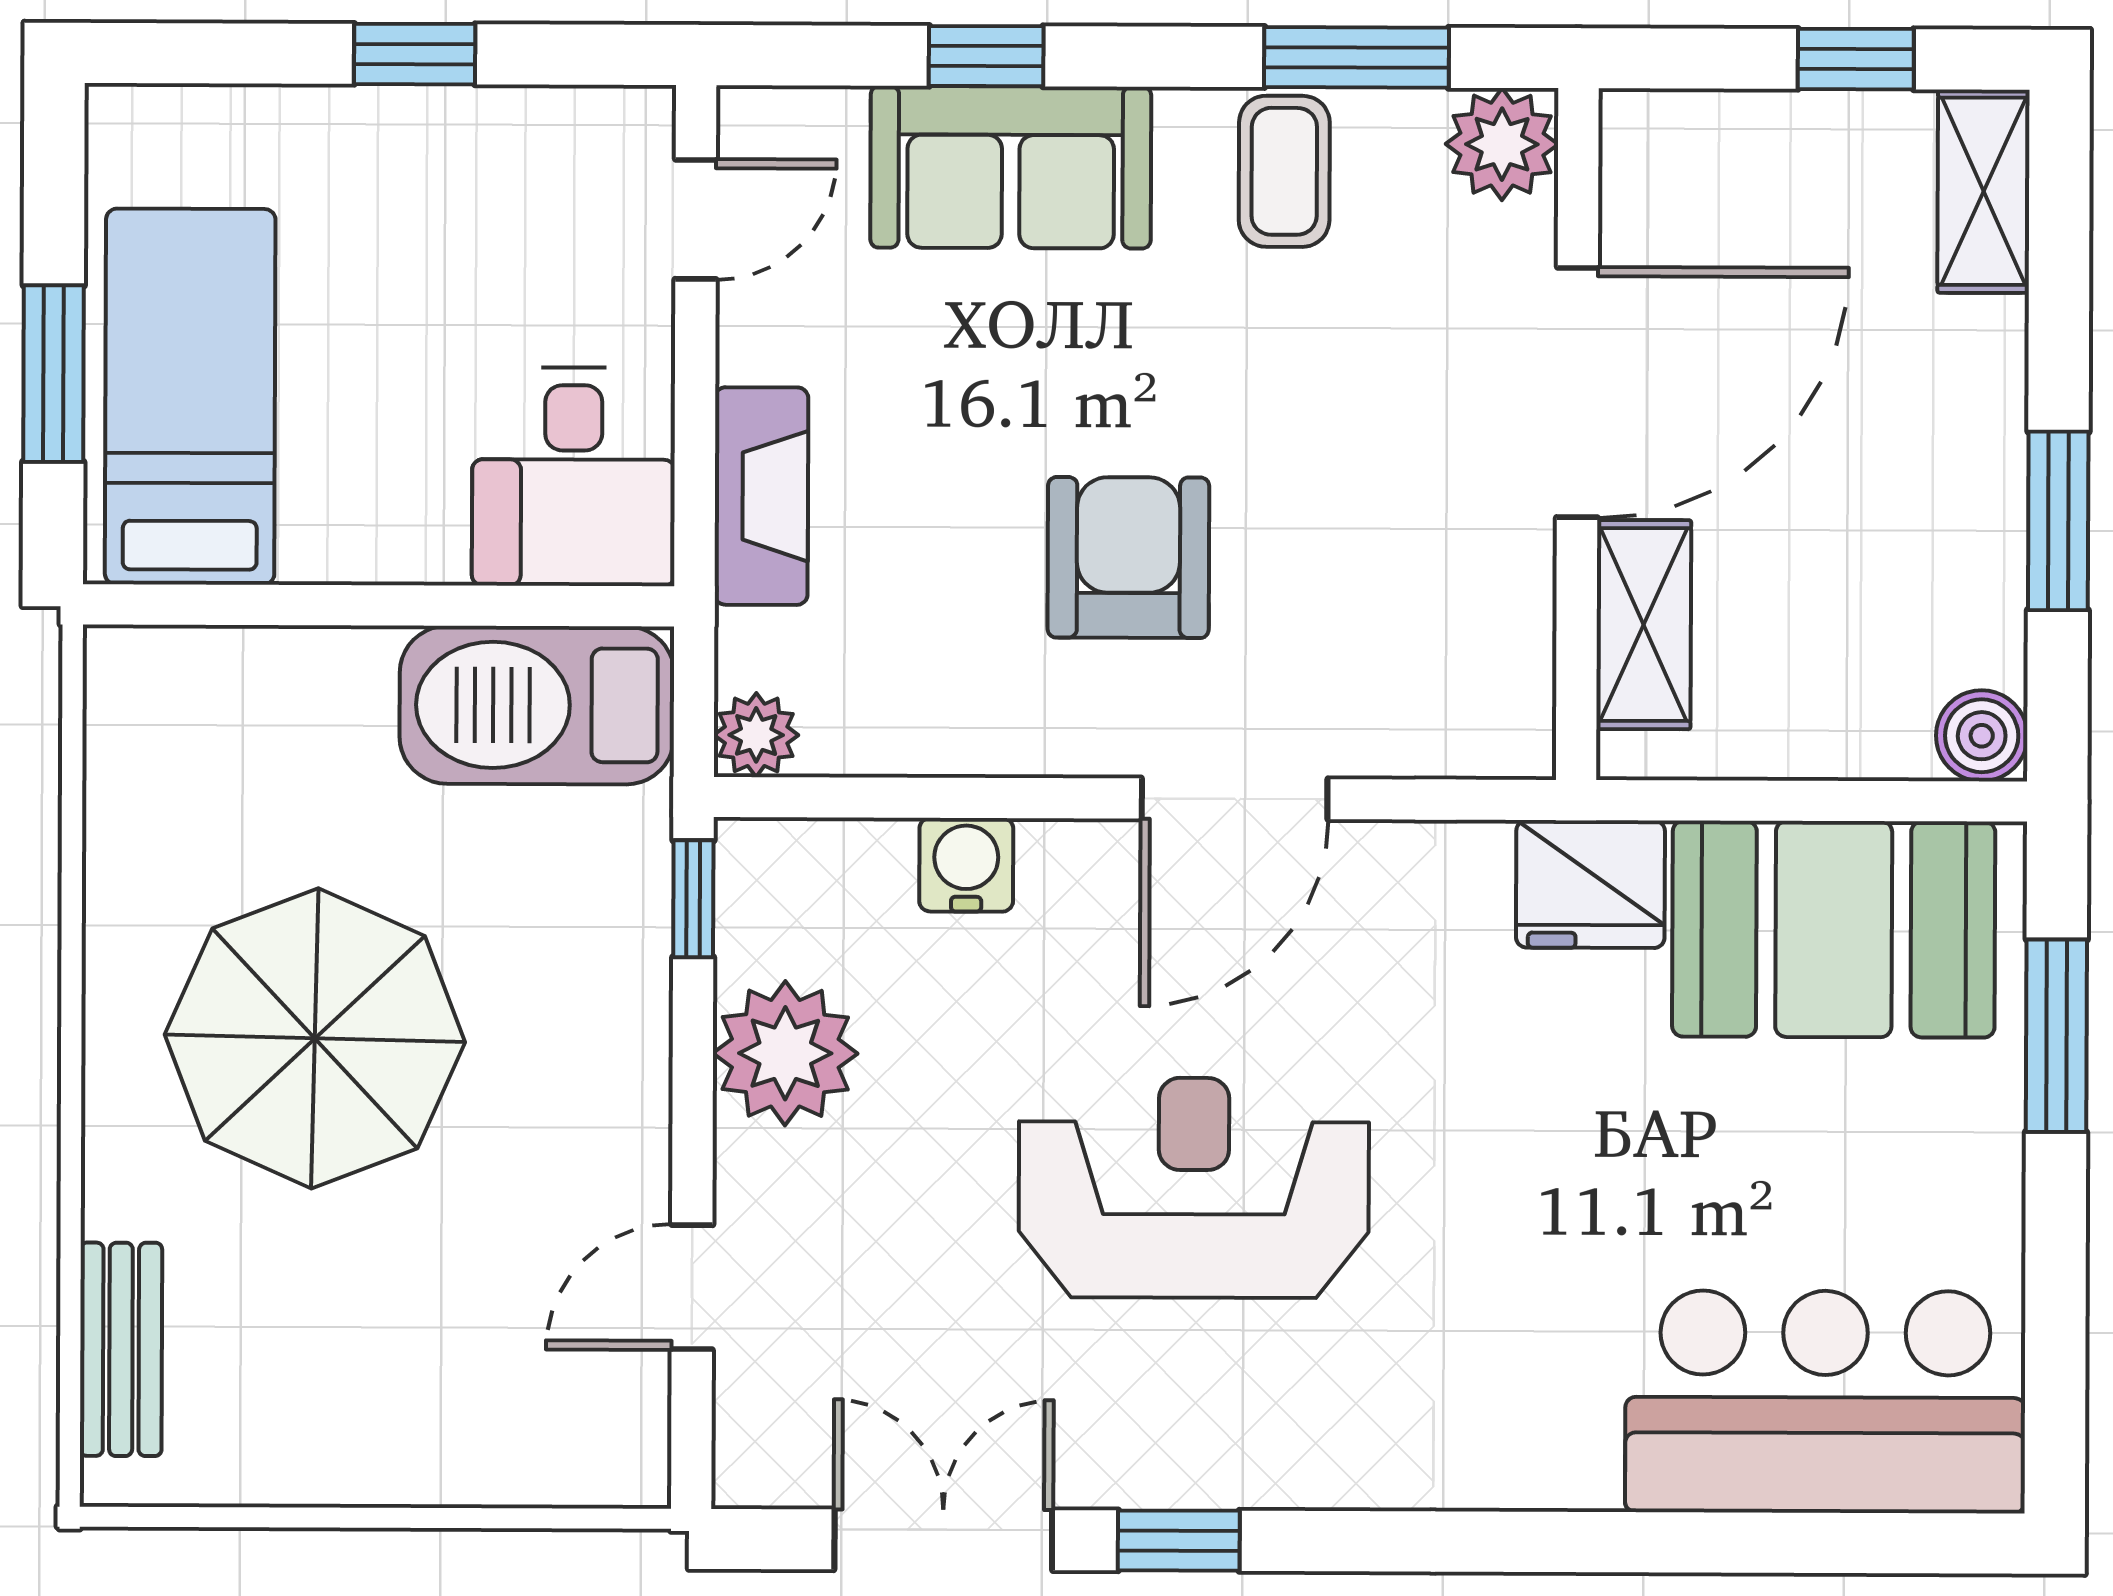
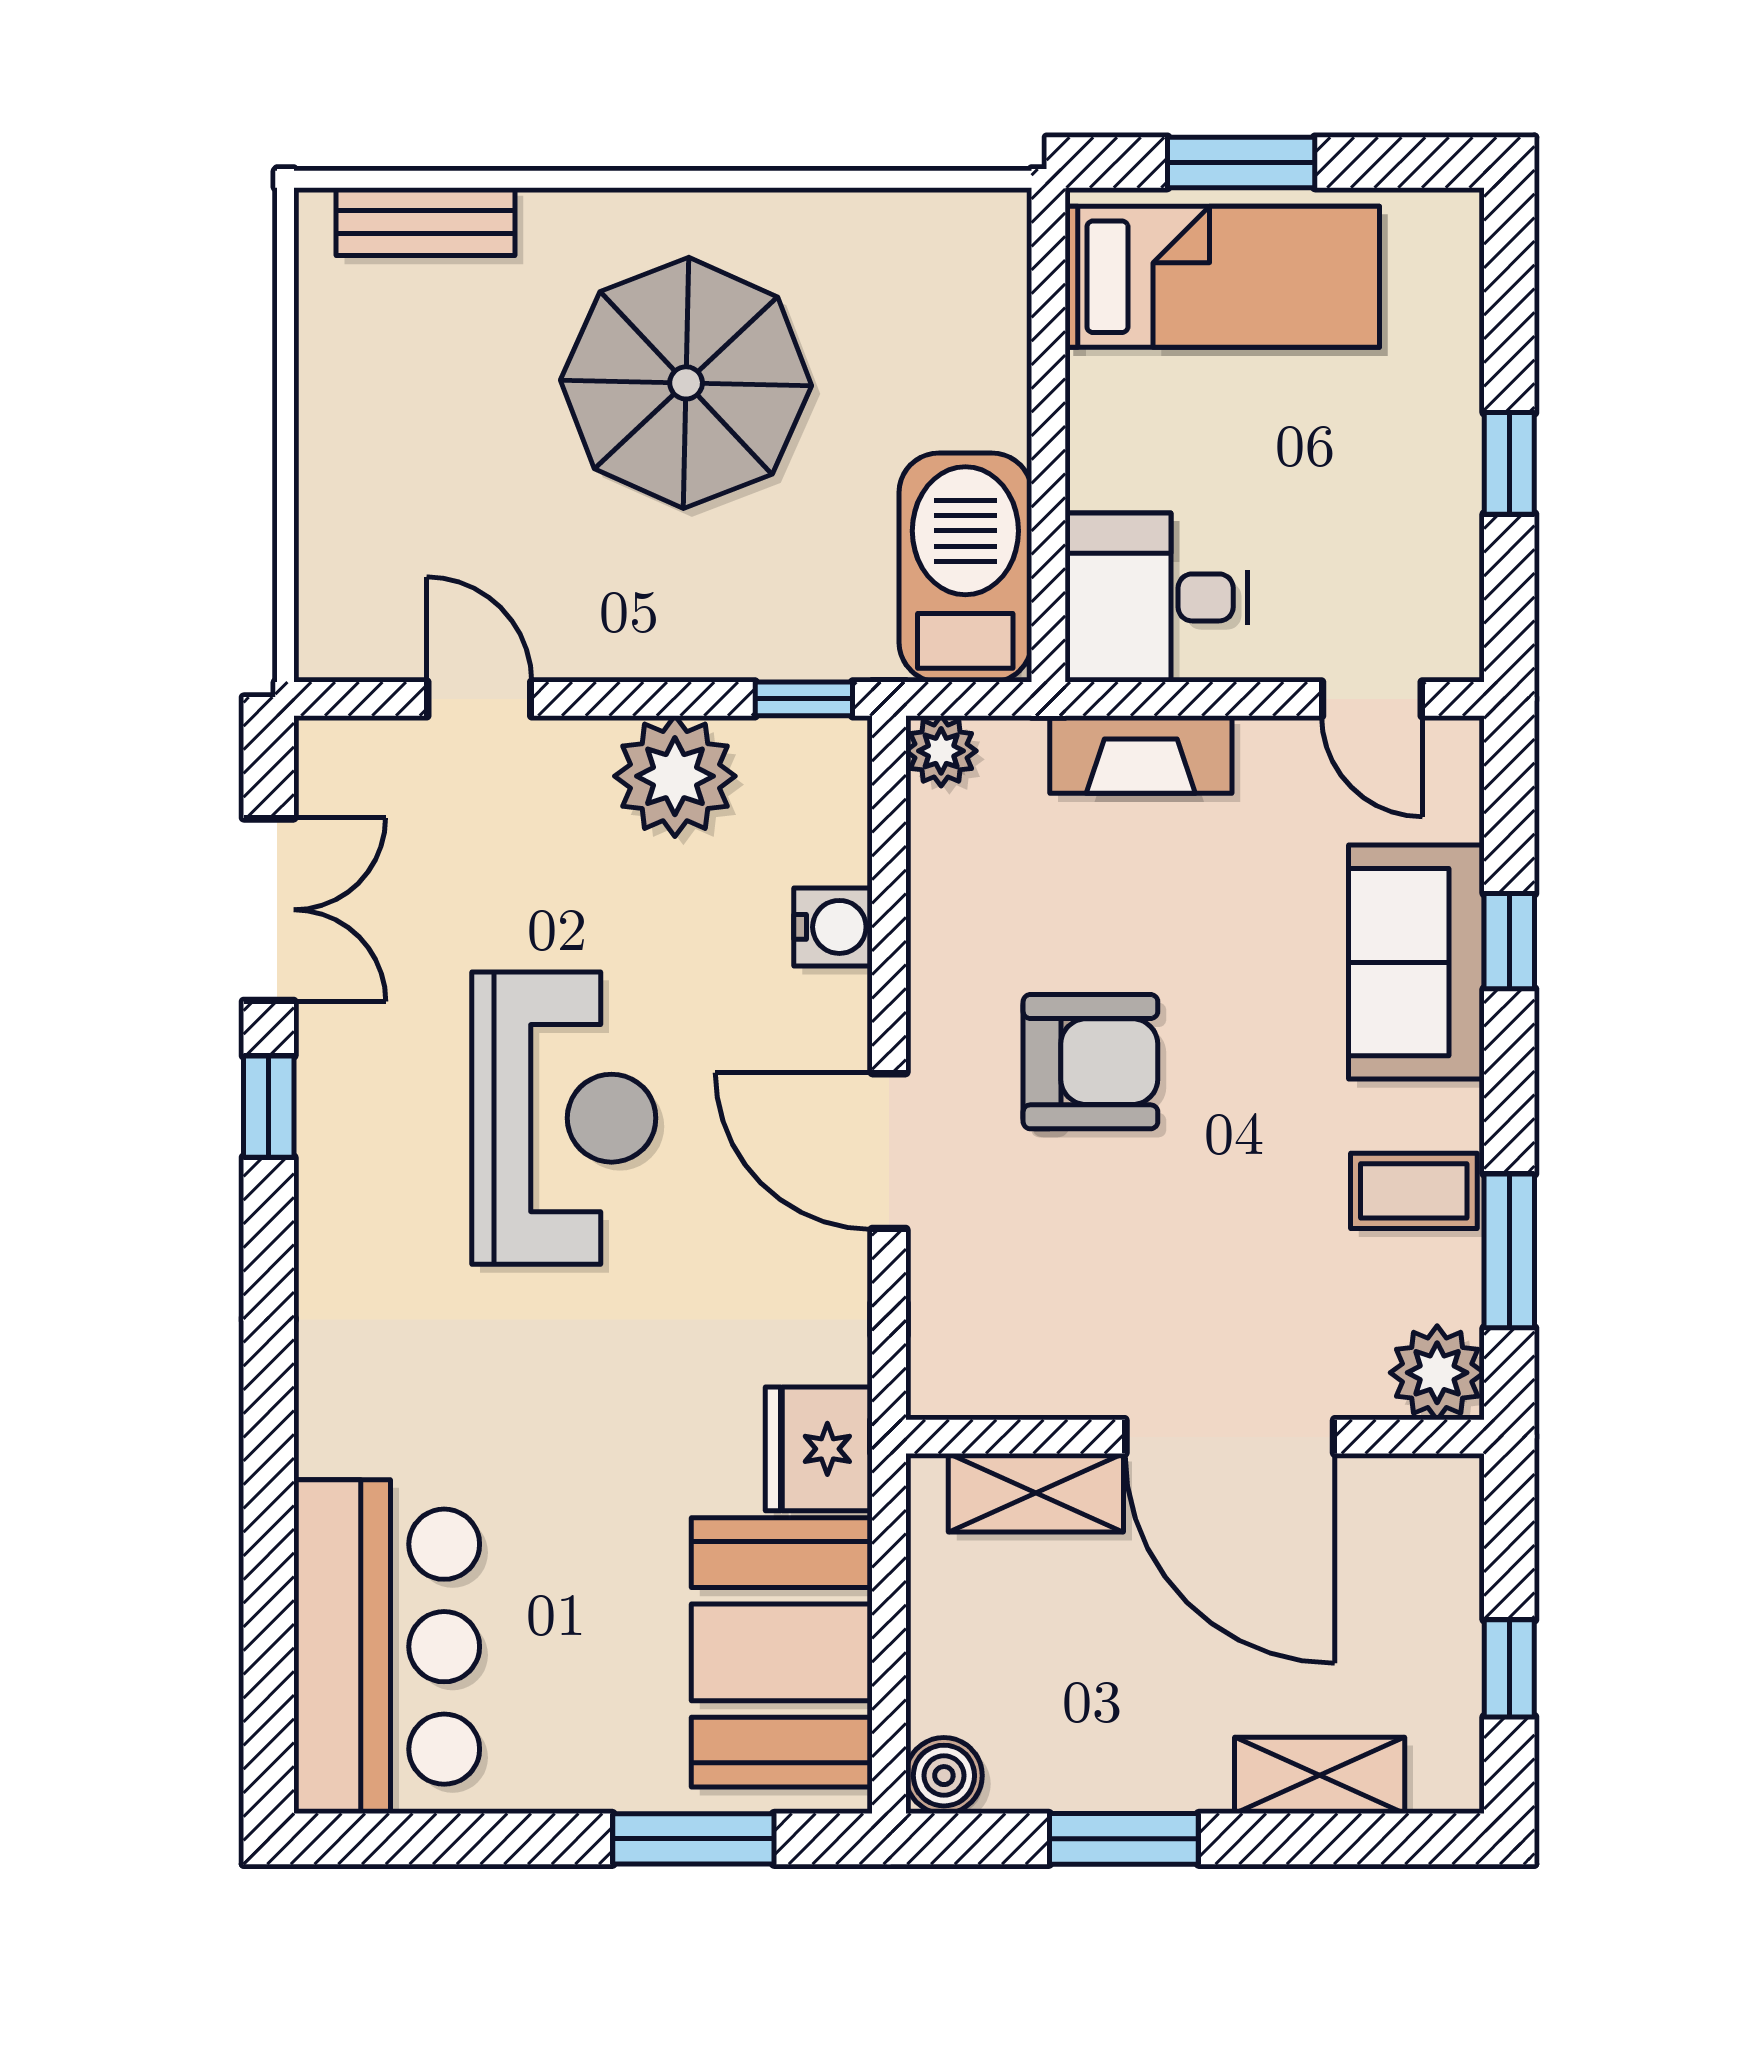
shelving: (1984, 191) -> (1320, 1775), moved

